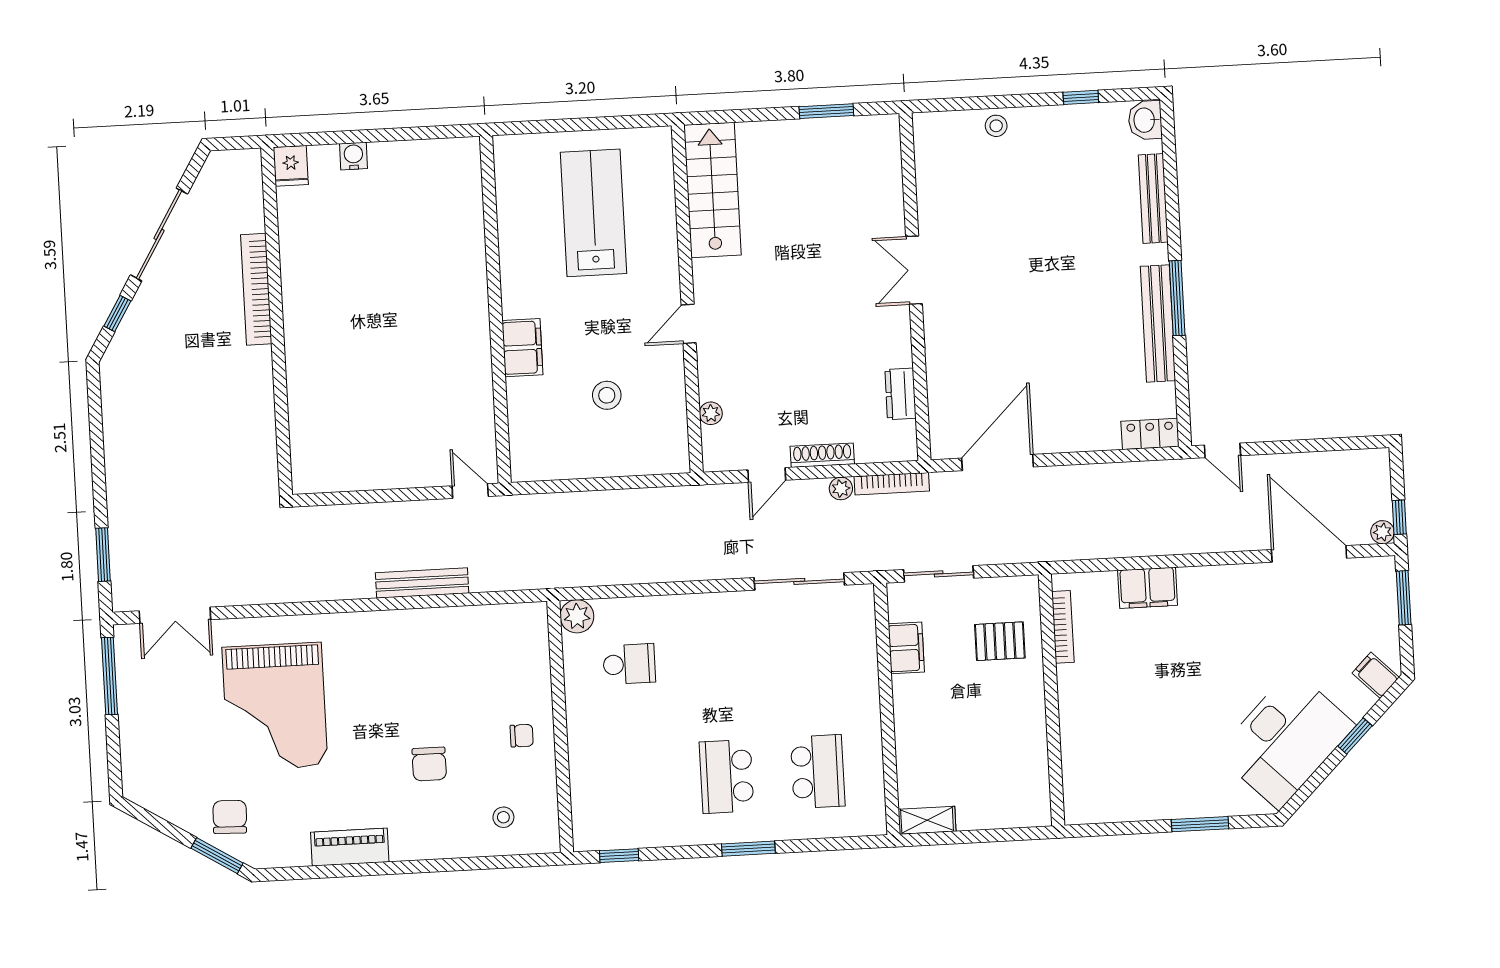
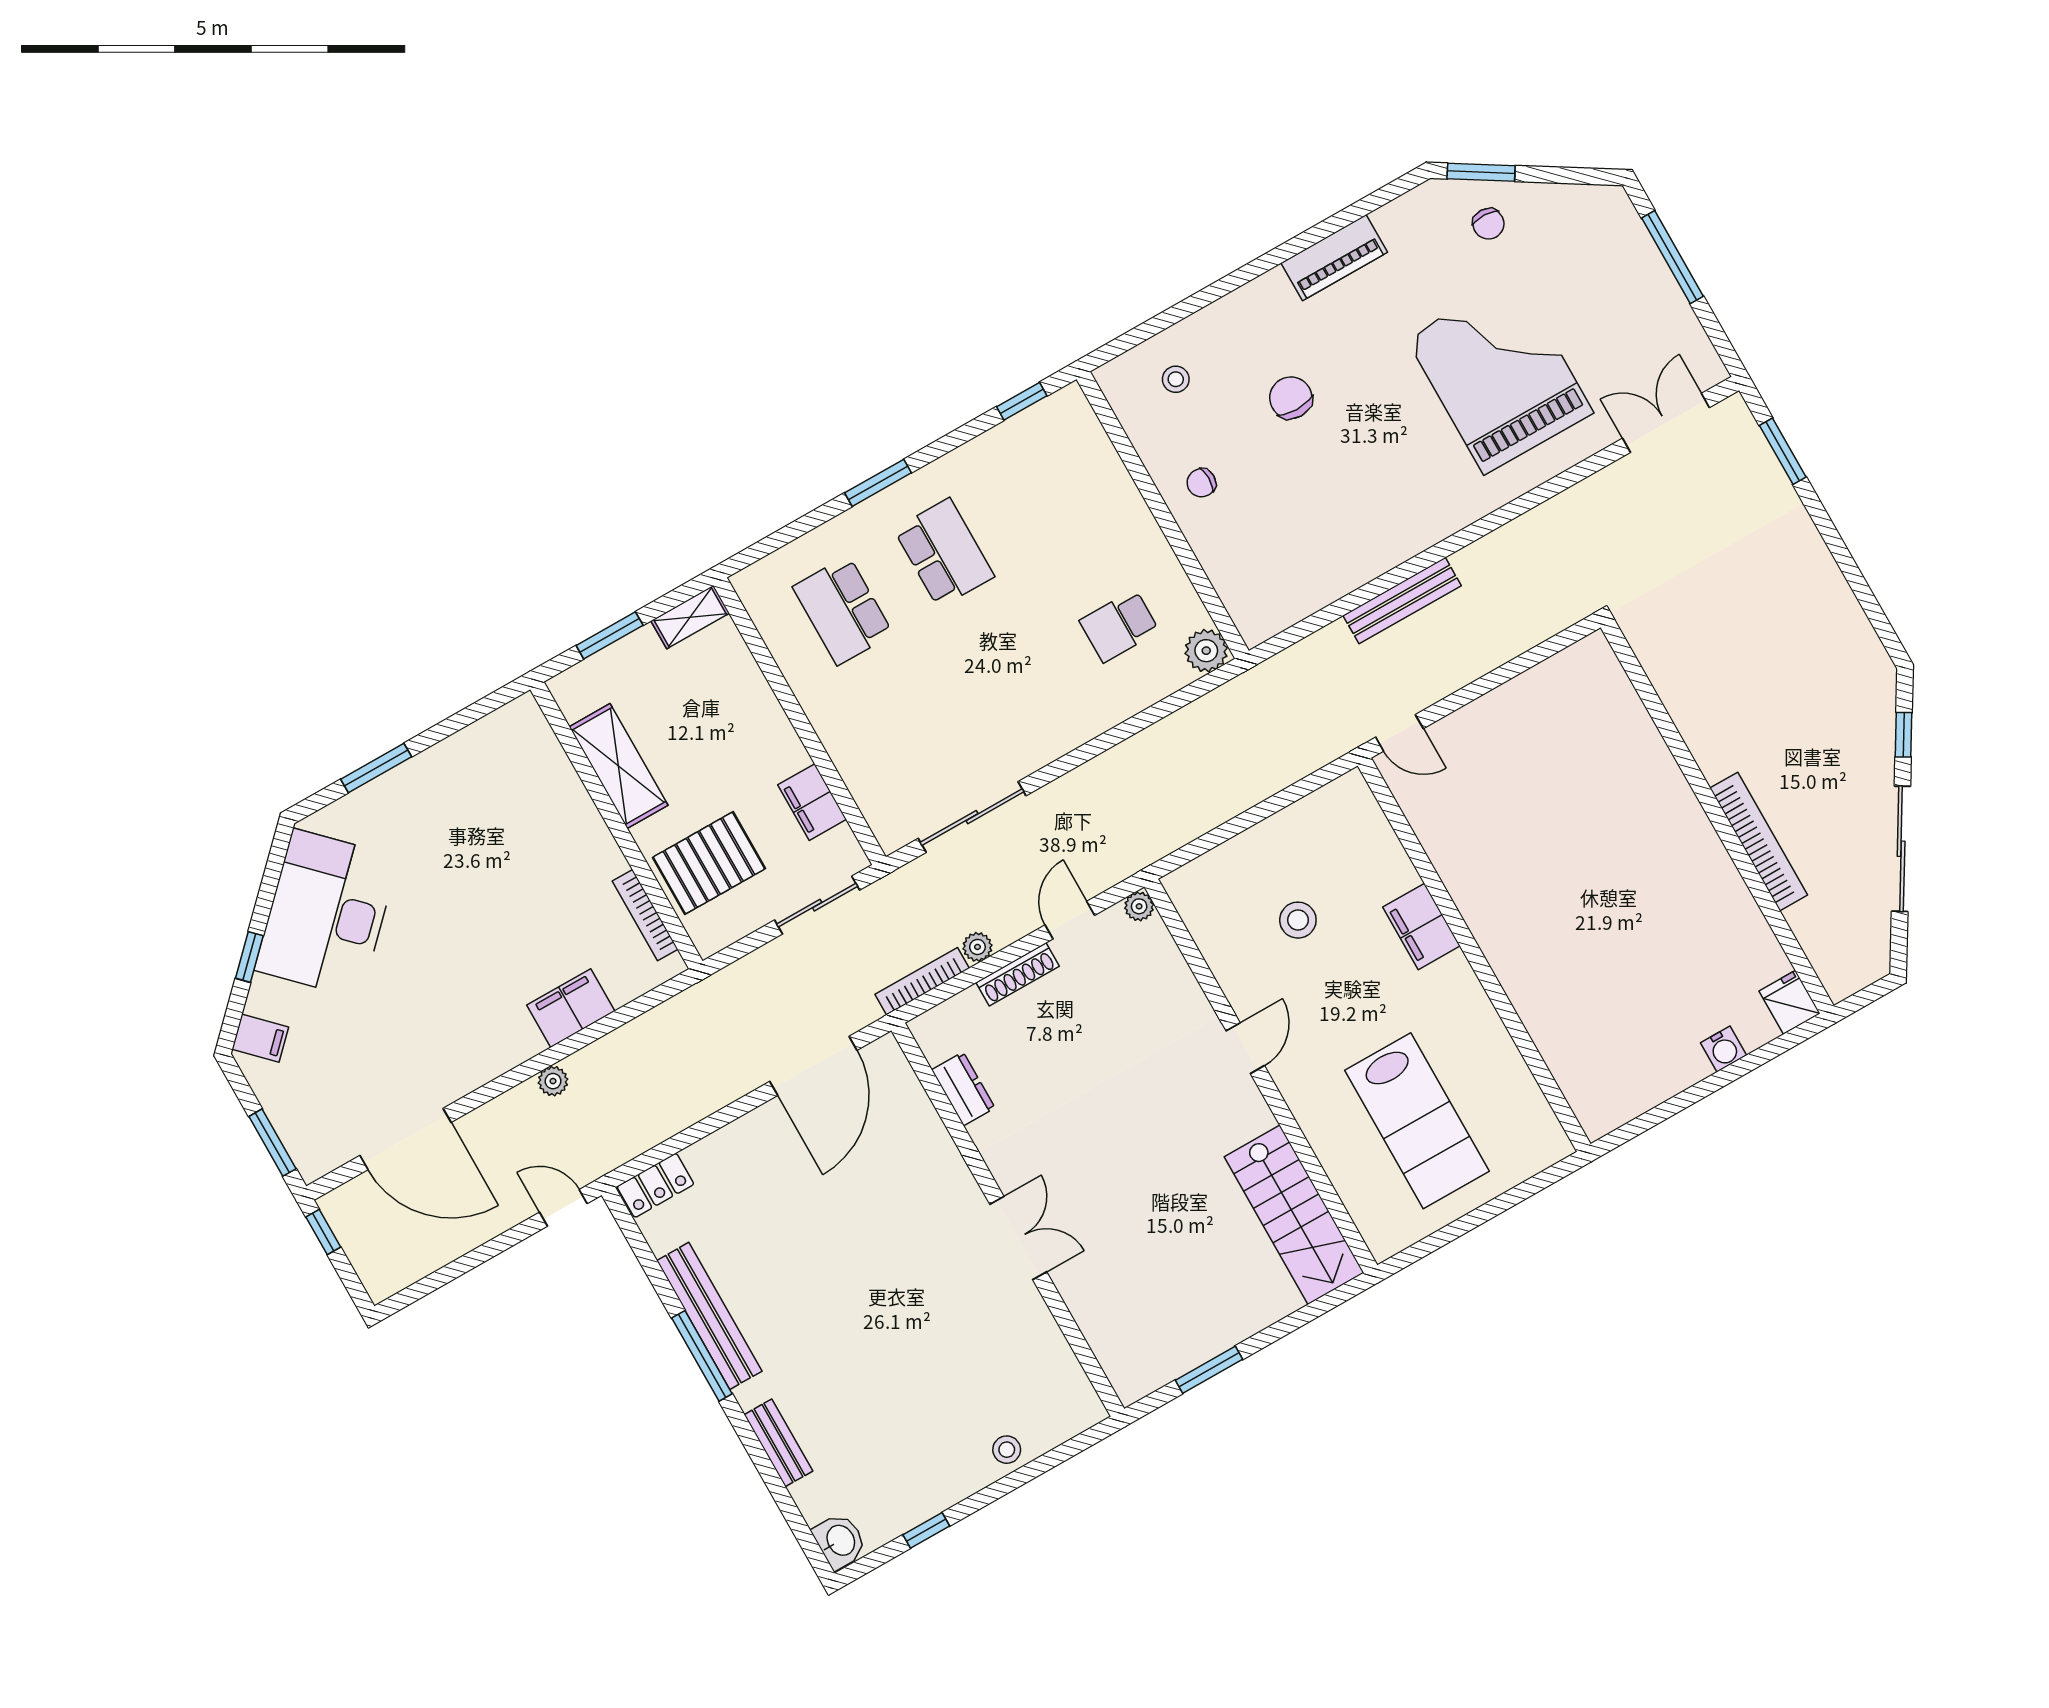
bench: (1153, 199) -> (778, 1443), width x0.73
plant: (711, 413) -> (1139, 906), moved
plant: (1382, 532) -> (553, 1081), moved
pallet: (1000, 641) -> (709, 863), width x1.50, depth x1.42
window: (110, 676) -> (1672, 257), moved
shelving: (1029, 741) -> (619, 766), added
chair: (230, 817) -> (1488, 224), width x0.73, depth x0.73
window: (990, 836) -> (610, 635), added

